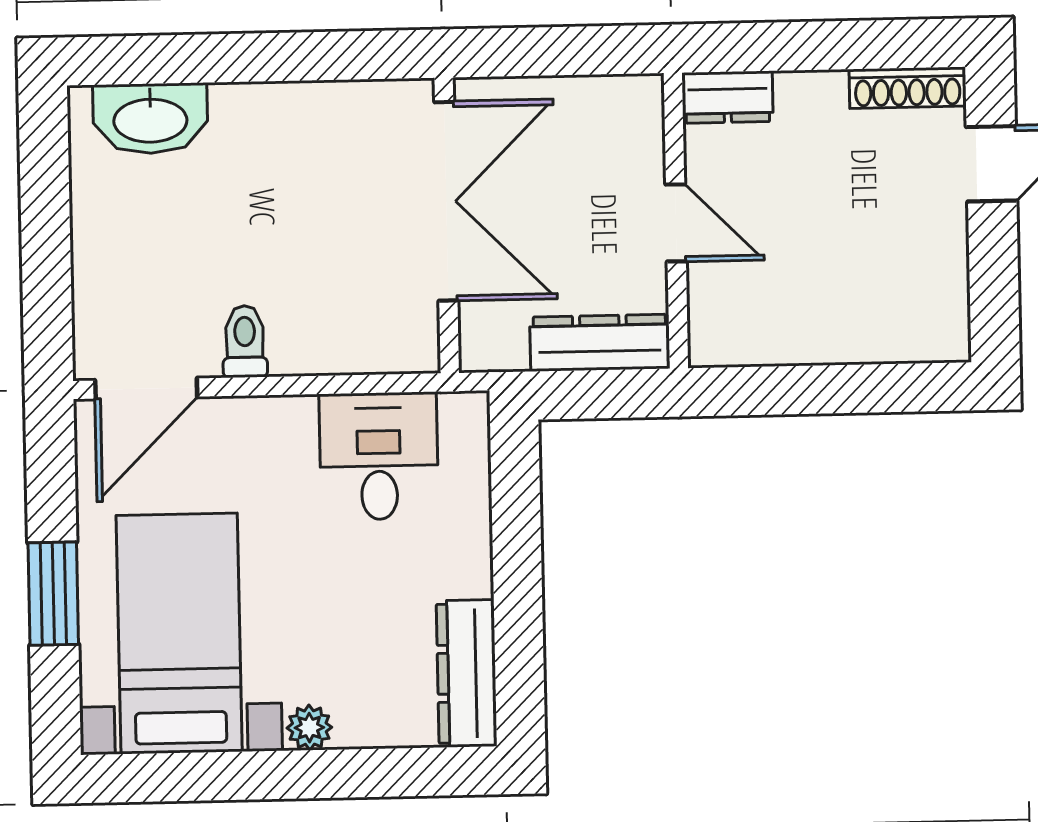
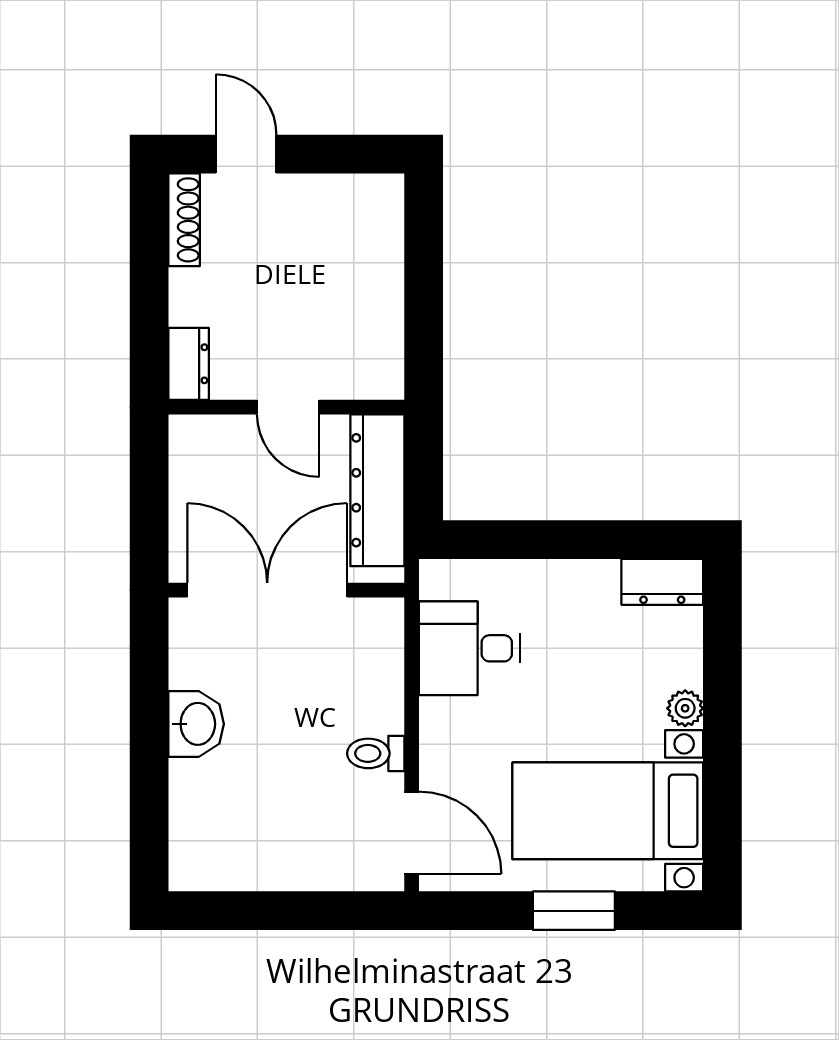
washbasin: (150, 119) -> (196, 724), moved, width x0.72
door: (676, 223) -> (288, 407), swing flipped
dresser: (600, 343) -> (377, 490), width x1.37, depth x1.24
dresser: (467, 673) -> (662, 582), width x0.70

